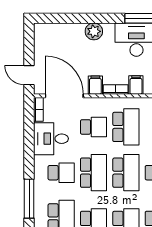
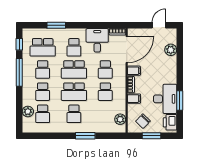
plant: (94, 31) -> (171, 50), moved
door: (29, 75) -> (159, 25), moved
school desk: (126, 127) -> (105, 92), width x0.54
window: (29, 199) -> (56, 25), width x0.69

